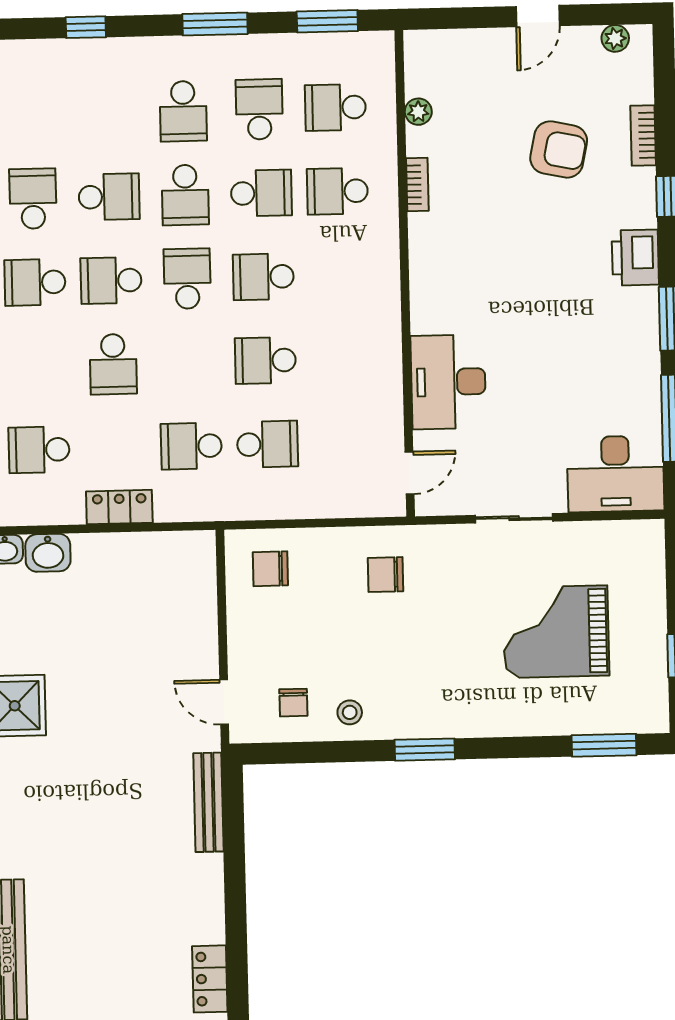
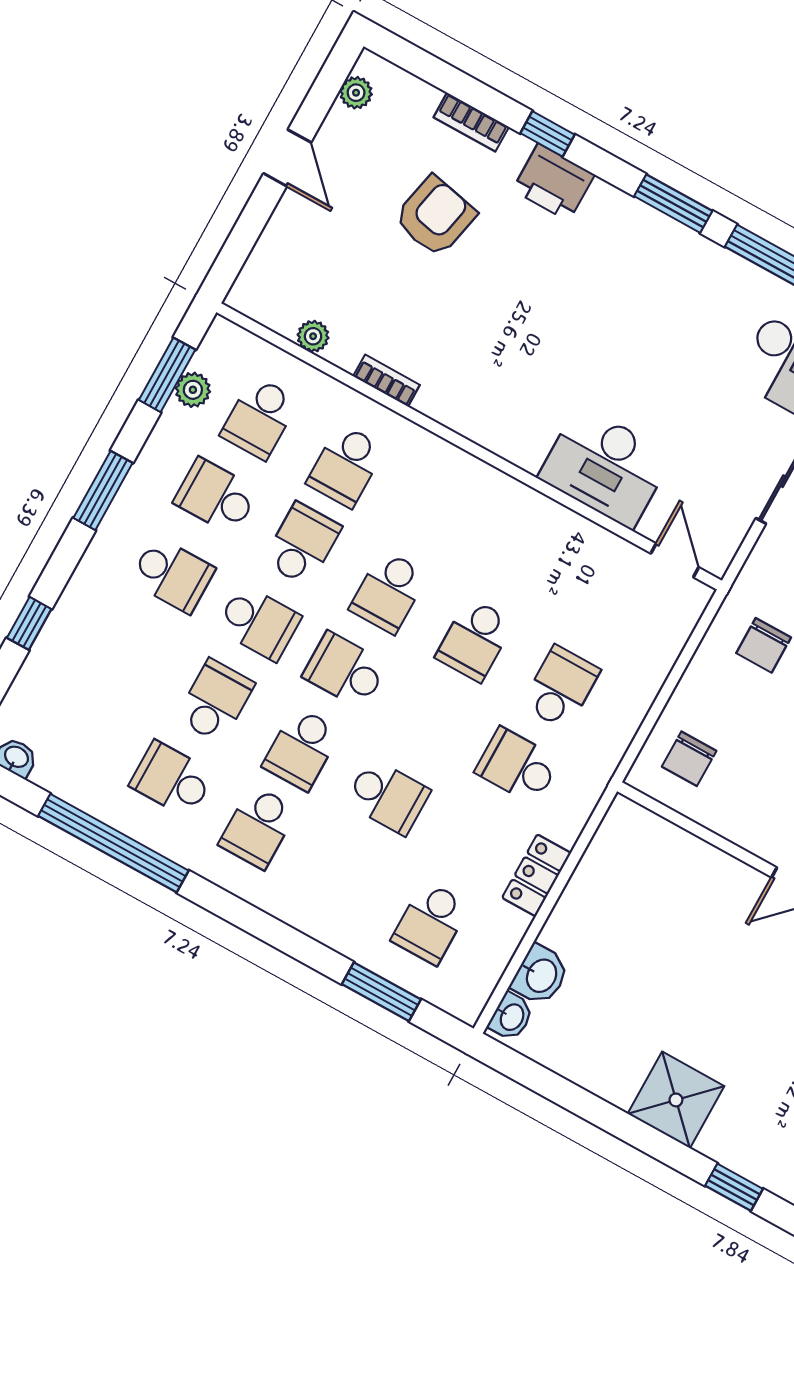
plant: (327, 47) -> (193, 390), added
printer: (635, 258) -> (553, 182), moved
school desk: (191, 446) -> (517, 766), turned 90

